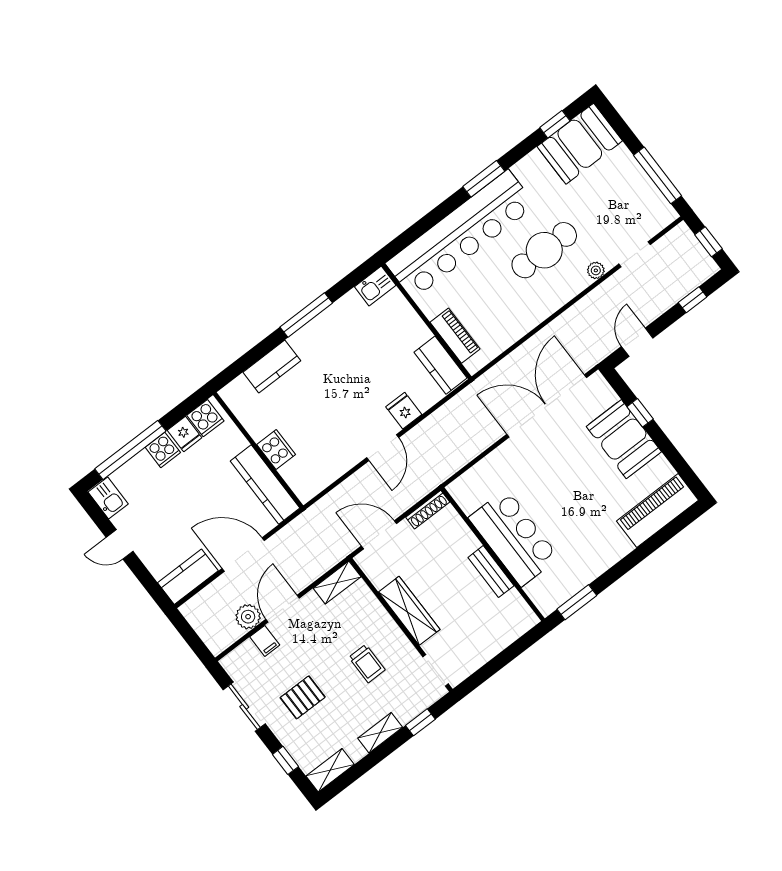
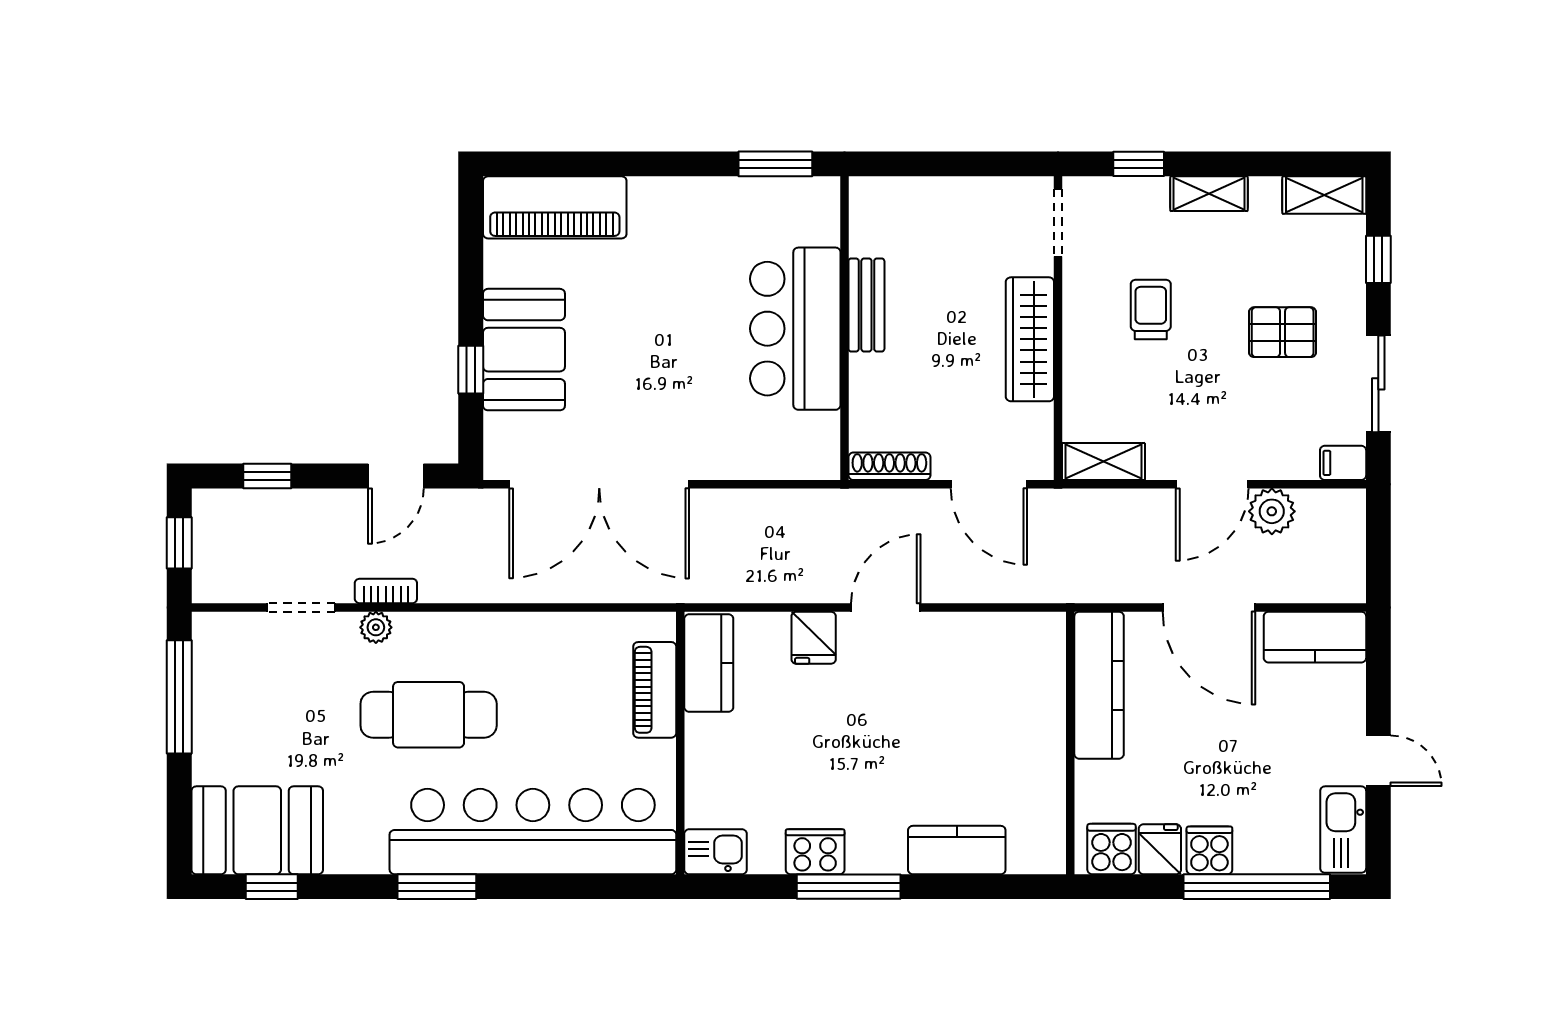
bookcase: (603, 289) -> (386, 591), added
cooker: (276, 450) -> (815, 852), moved, turned 90
kitchen sink: (108, 498) -> (1343, 830), width x1.38
filing cabinet: (265, 641) -> (1343, 463), moved, turned -90

